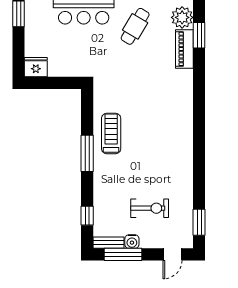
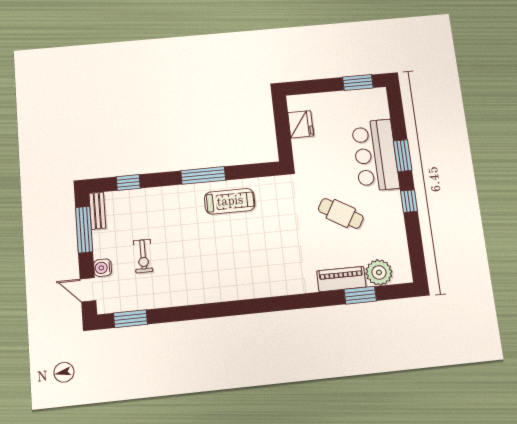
cafe table: (135, 26) -> (341, 213), moved
fridge: (36, 67) -> (301, 124), moved
exercise bike: (150, 208) -> (143, 256), width x0.73, depth x0.72
water cooler: (132, 242) -> (103, 268), moved

